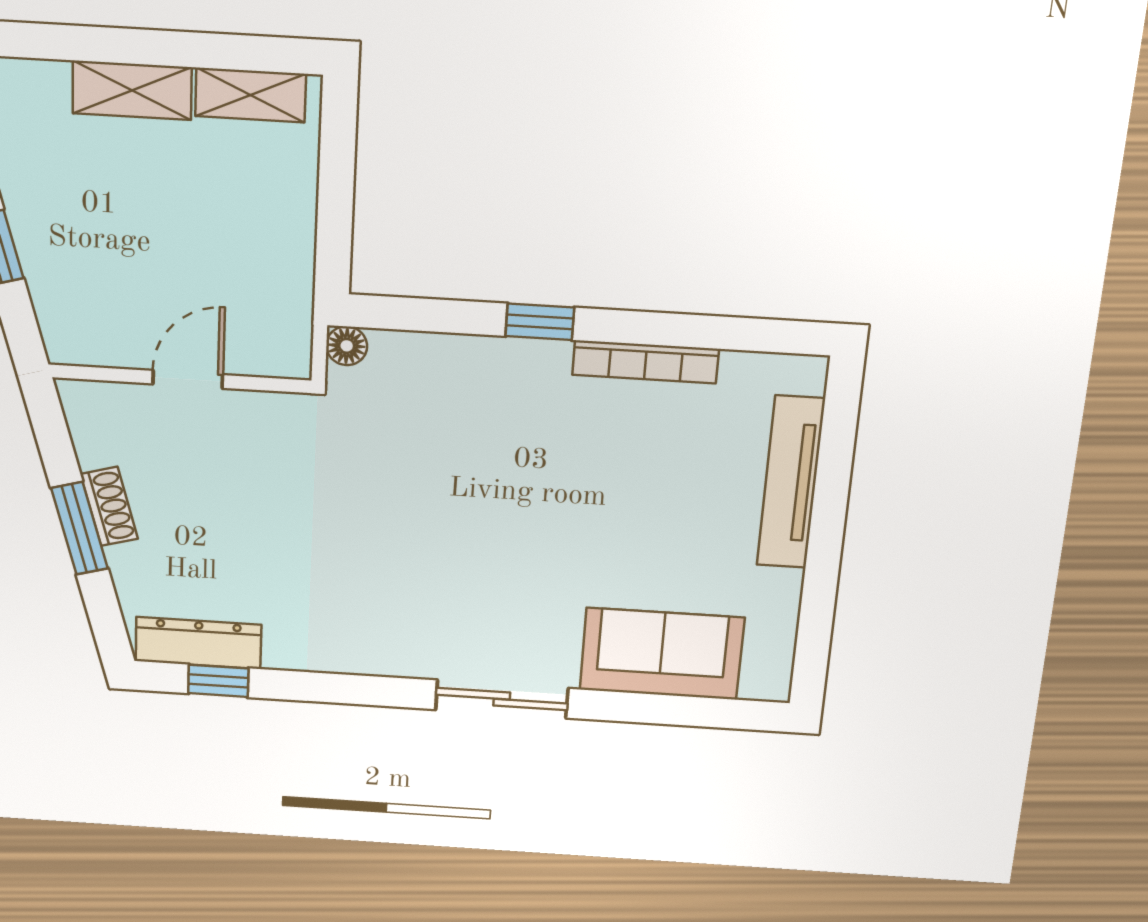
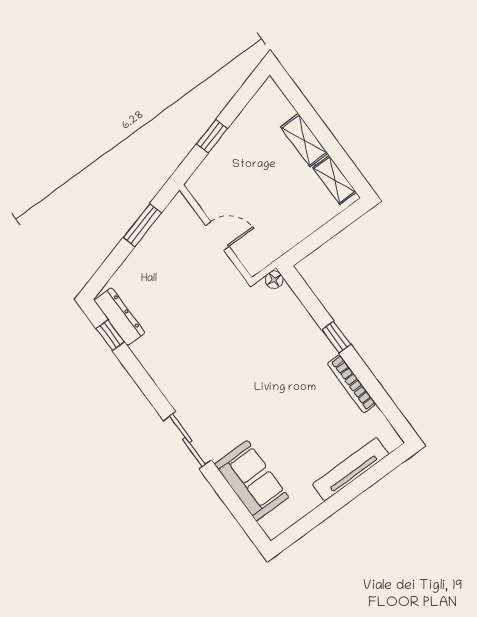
shoe rack: (109, 506) -> (147, 245), removed
window: (80, 528) -> (142, 225), moved

